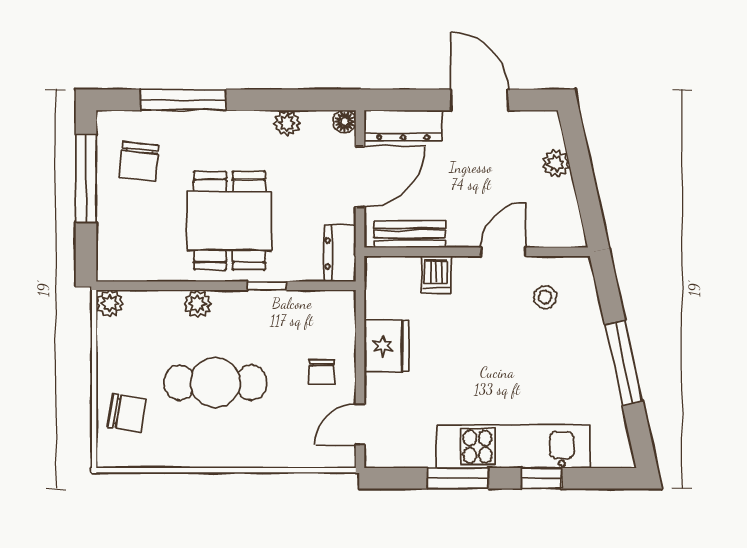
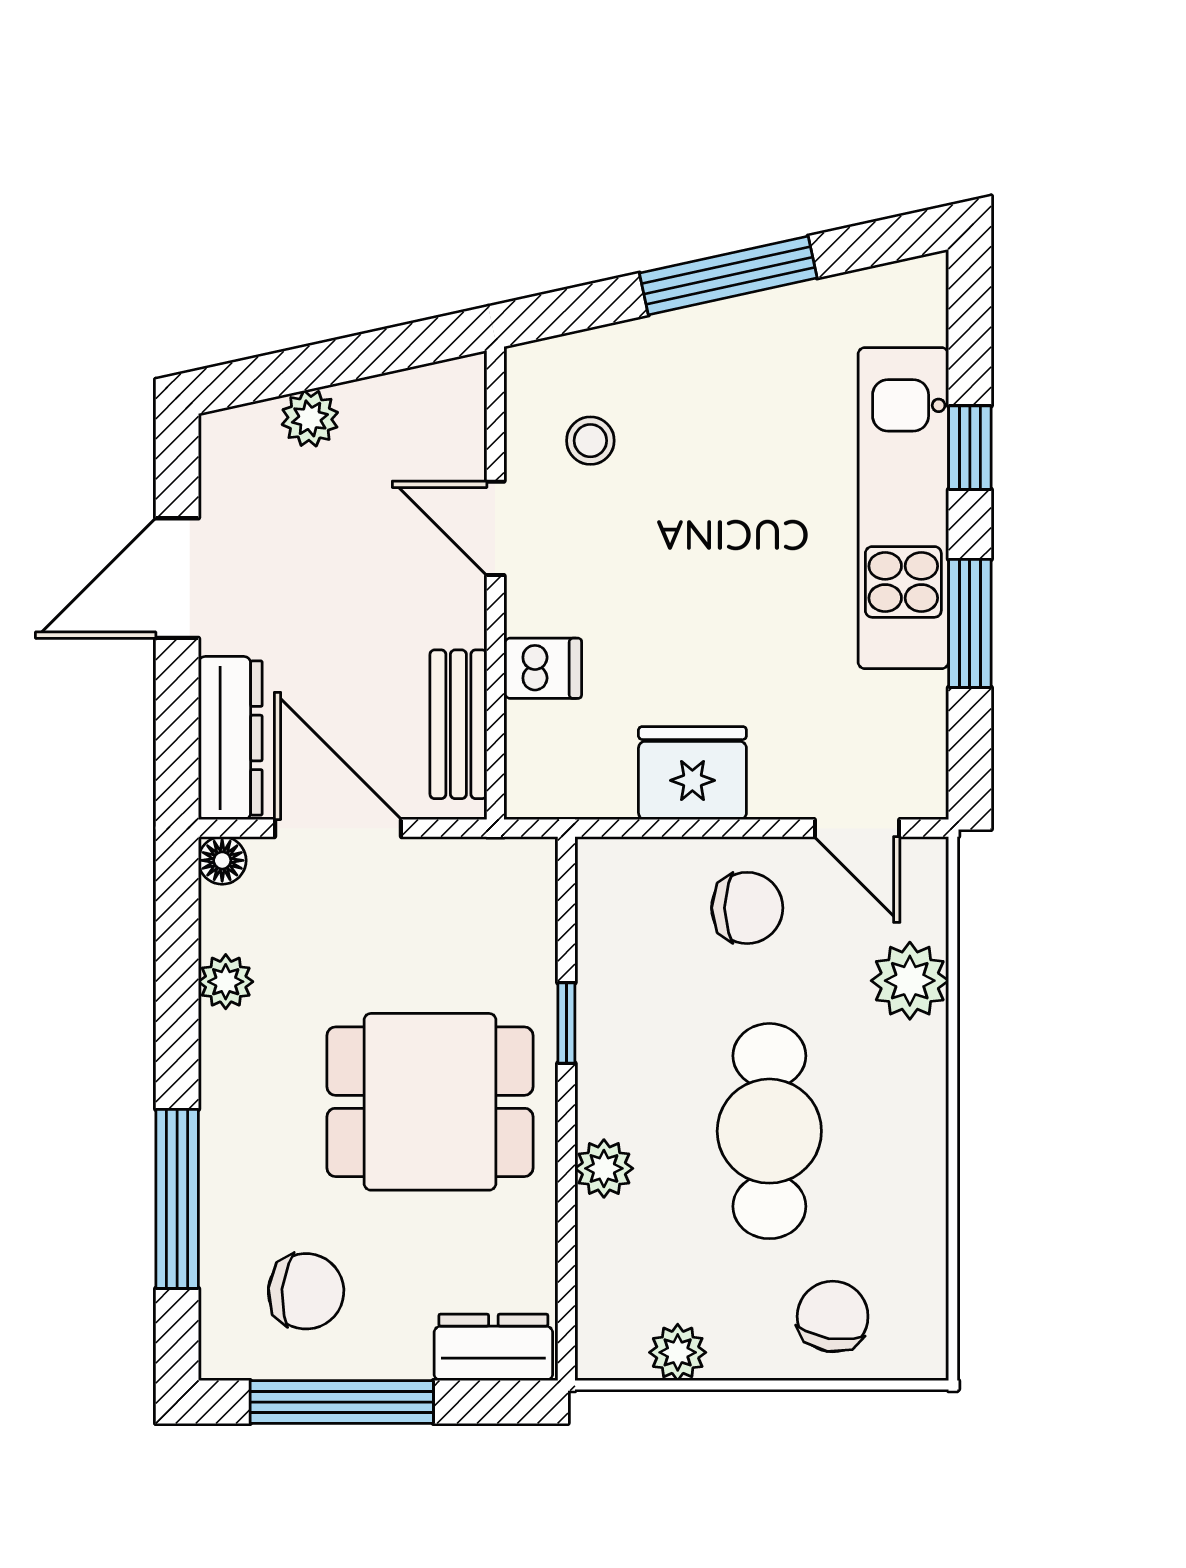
dresser: (340, 253) -> (493, 1347), moved, turned 180
plant: (110, 303) -> (678, 1352), moved
chair: (322, 372) -> (747, 908), width x1.37, depth x1.37
plant: (287, 450) -> (910, 981), added

